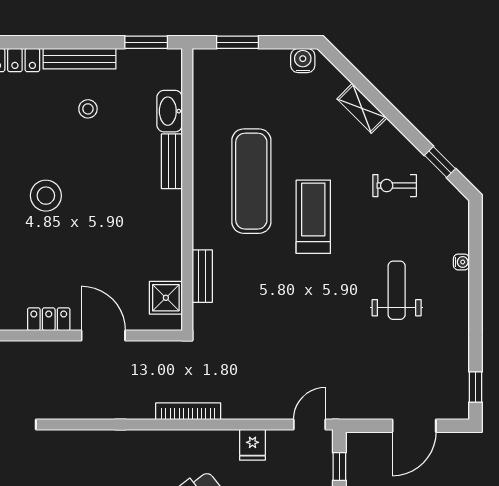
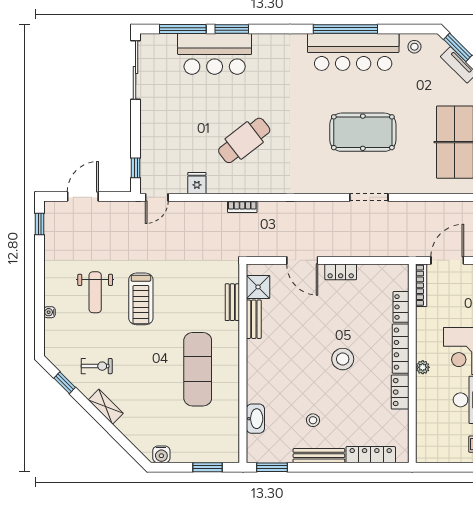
shelving: (362, 108) -> (106, 407), moved
bench: (172, 161) -> (254, 319), moved
treadmill: (313, 217) -> (141, 299), moved
bookcase: (188, 411) -> (242, 207), width x0.64

